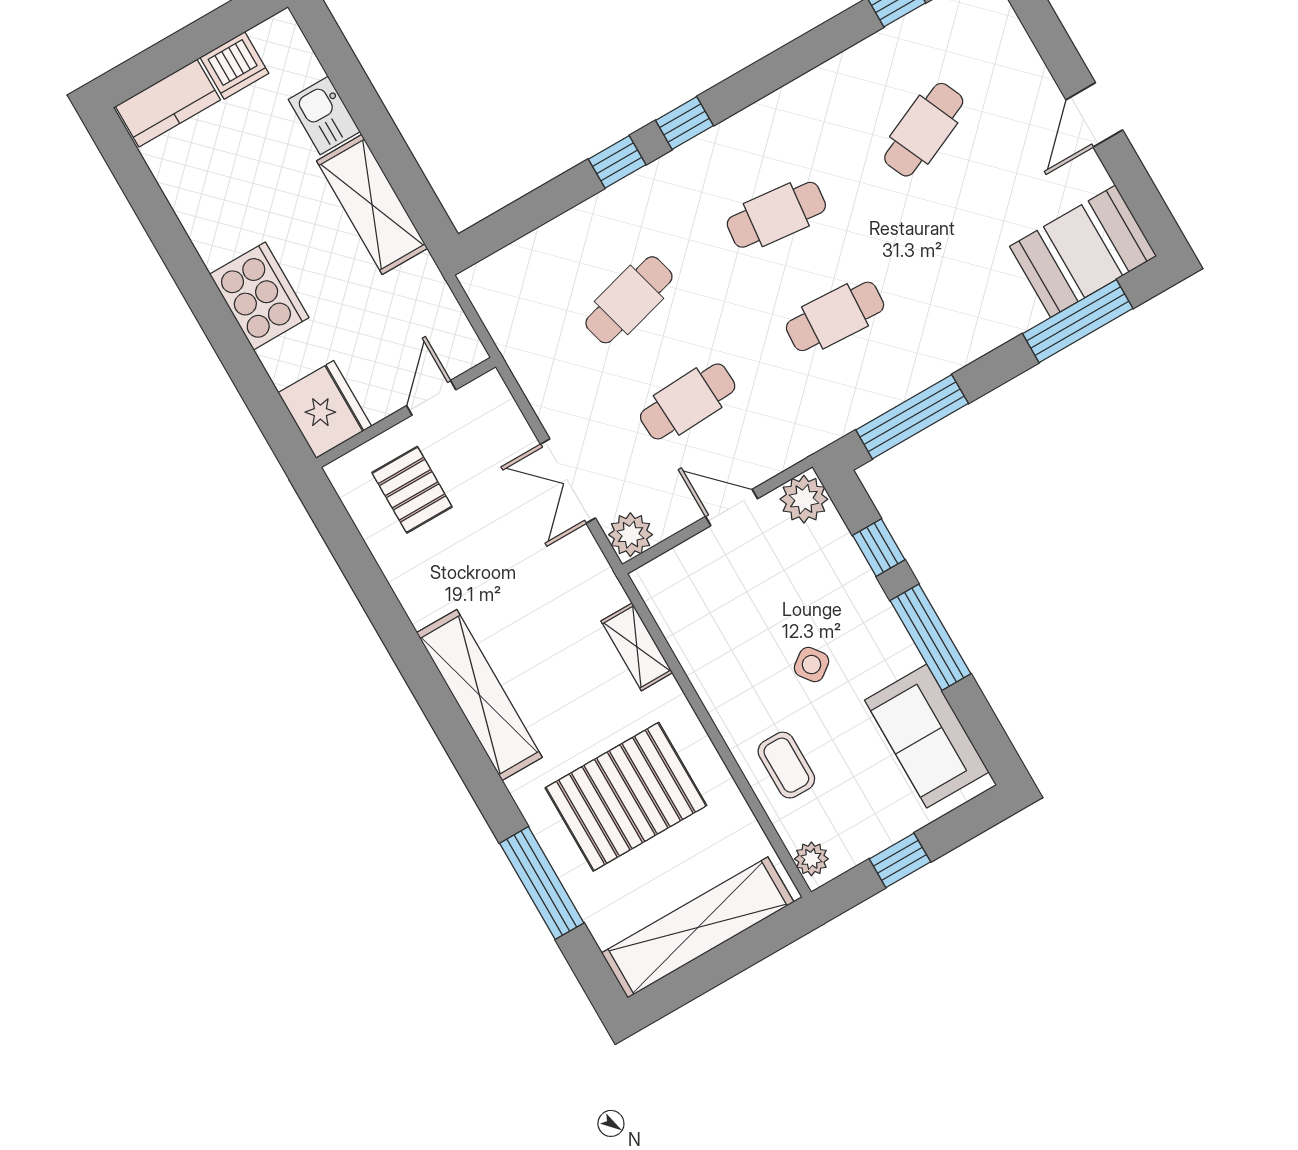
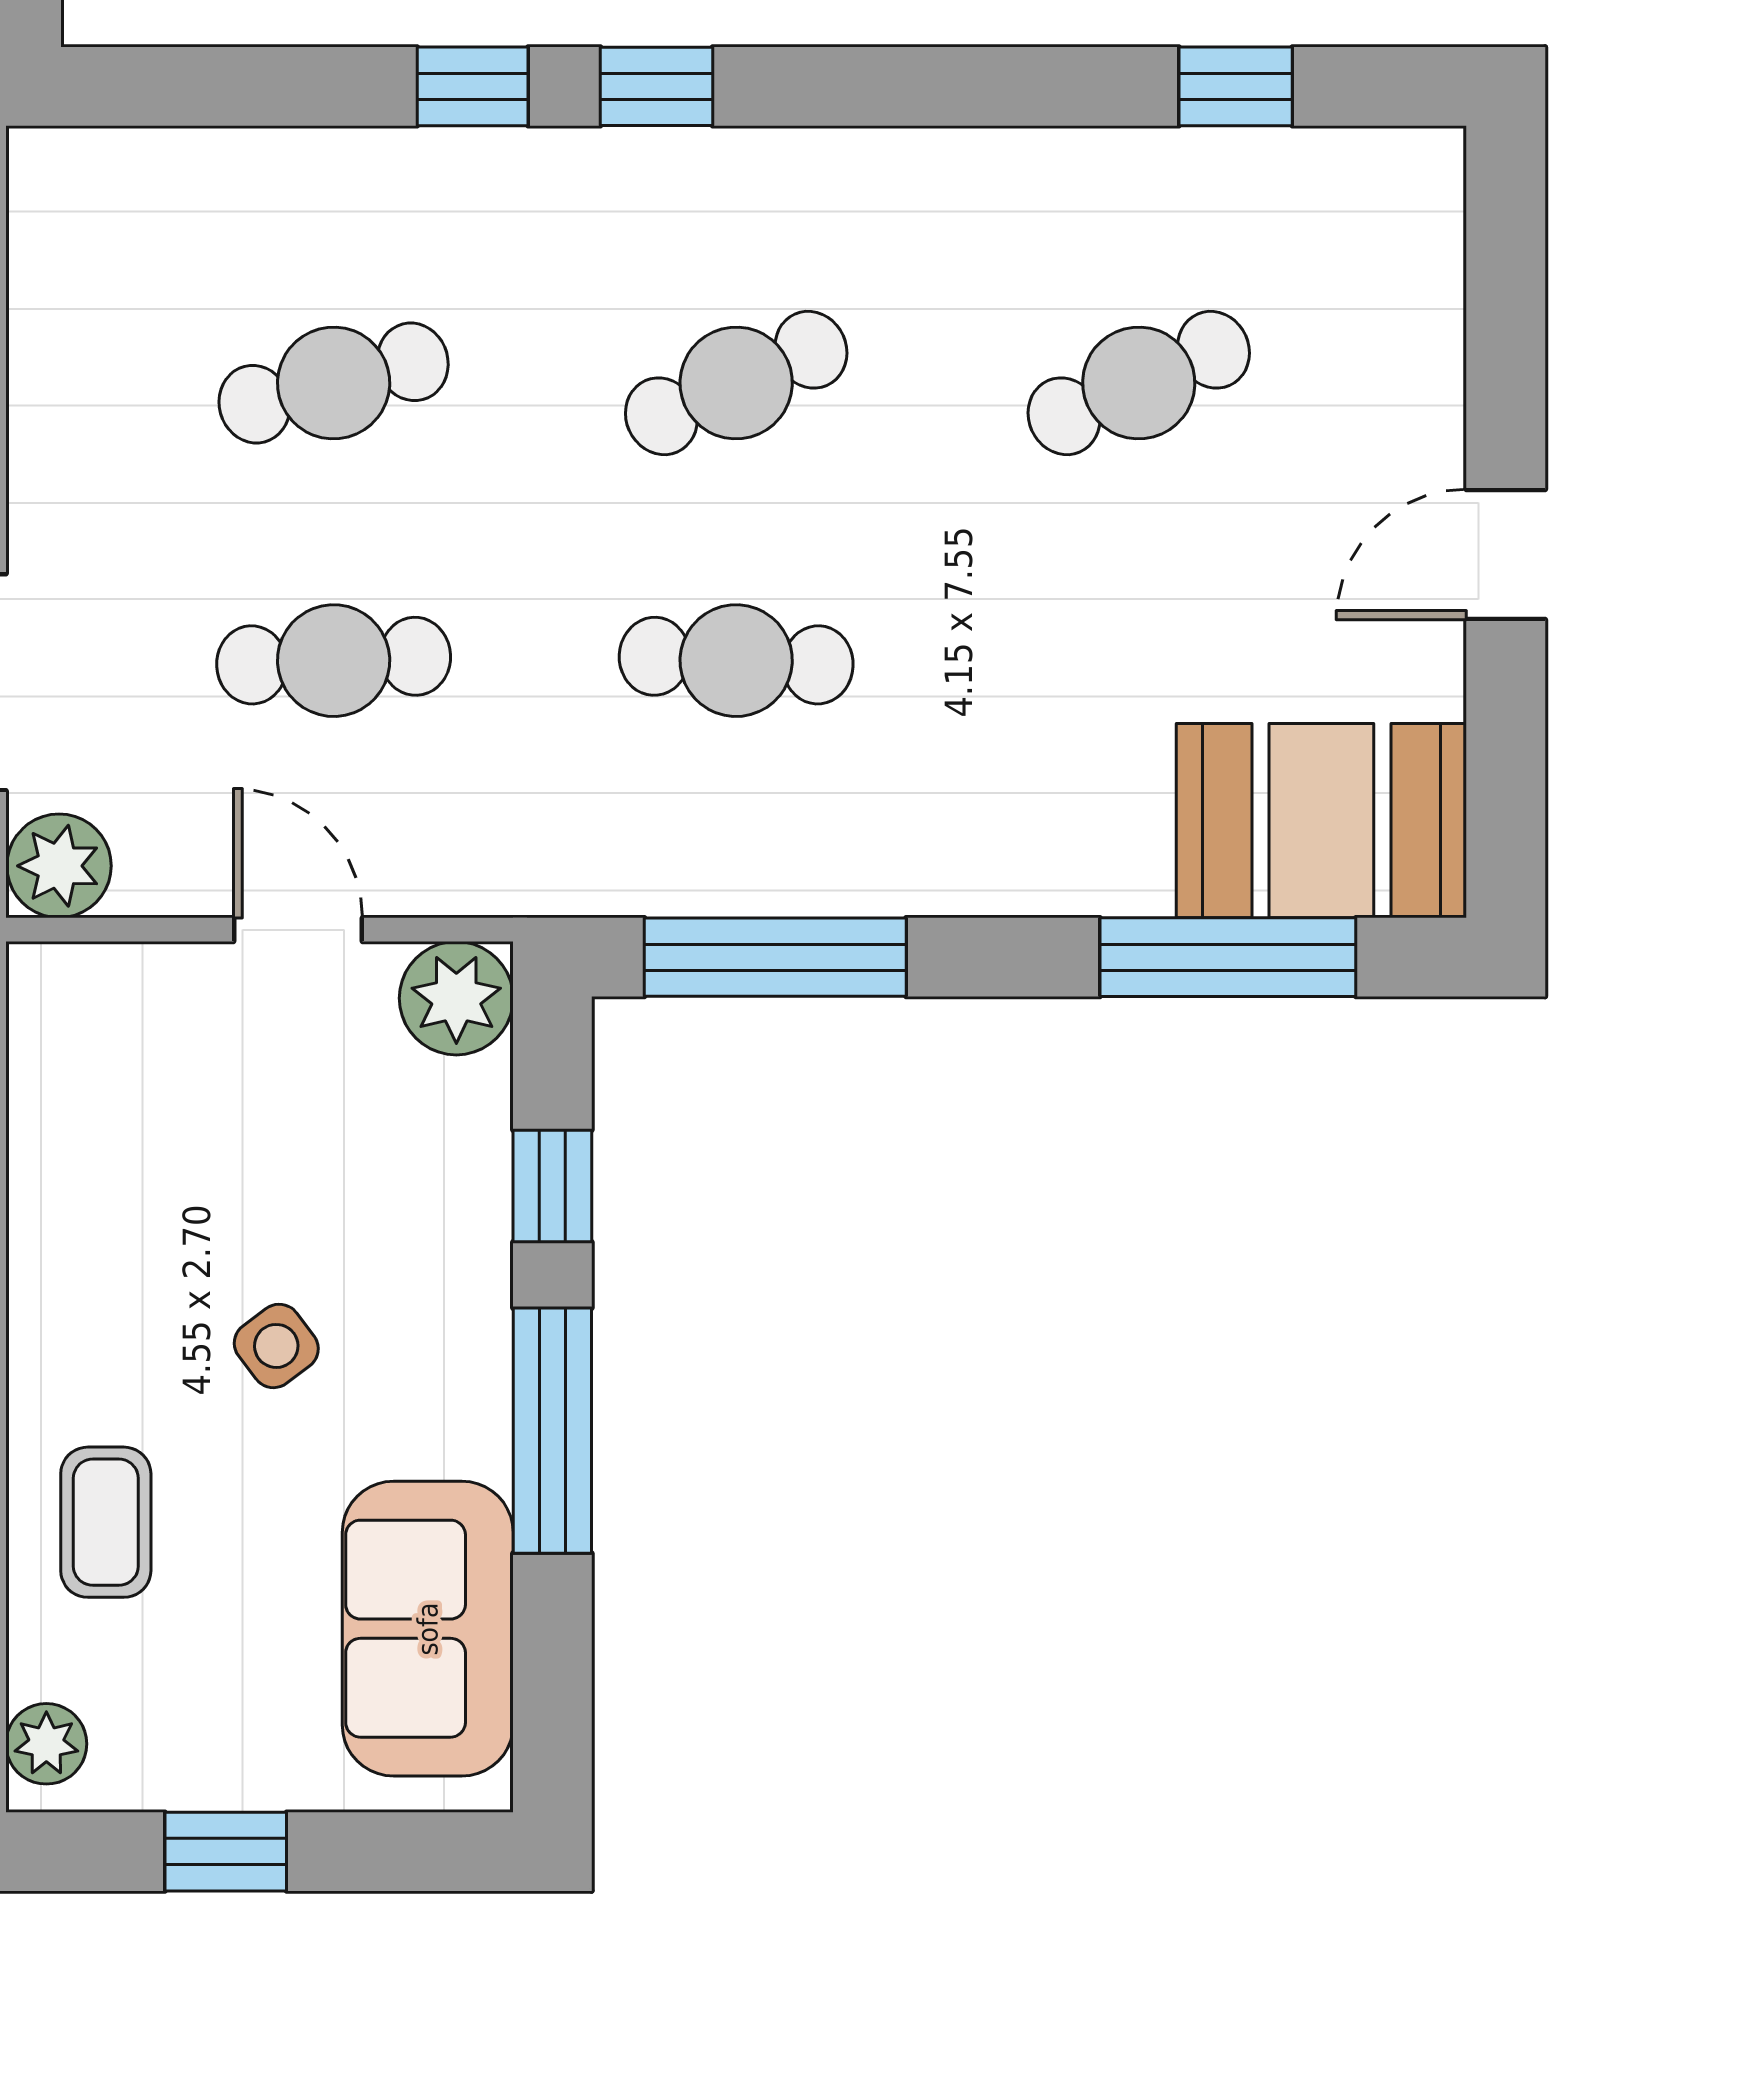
cafe table: (776, 215) -> (736, 383), turned -30

